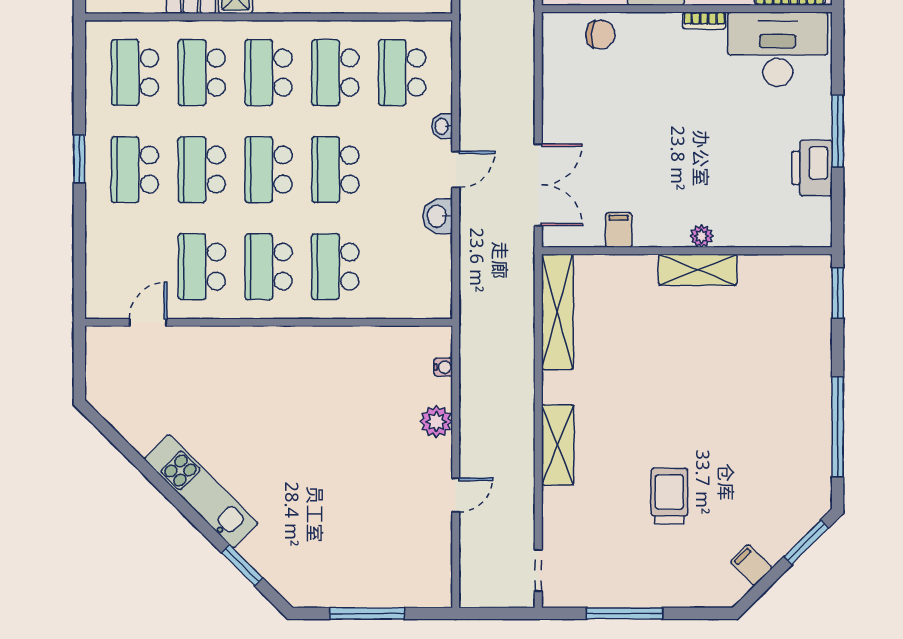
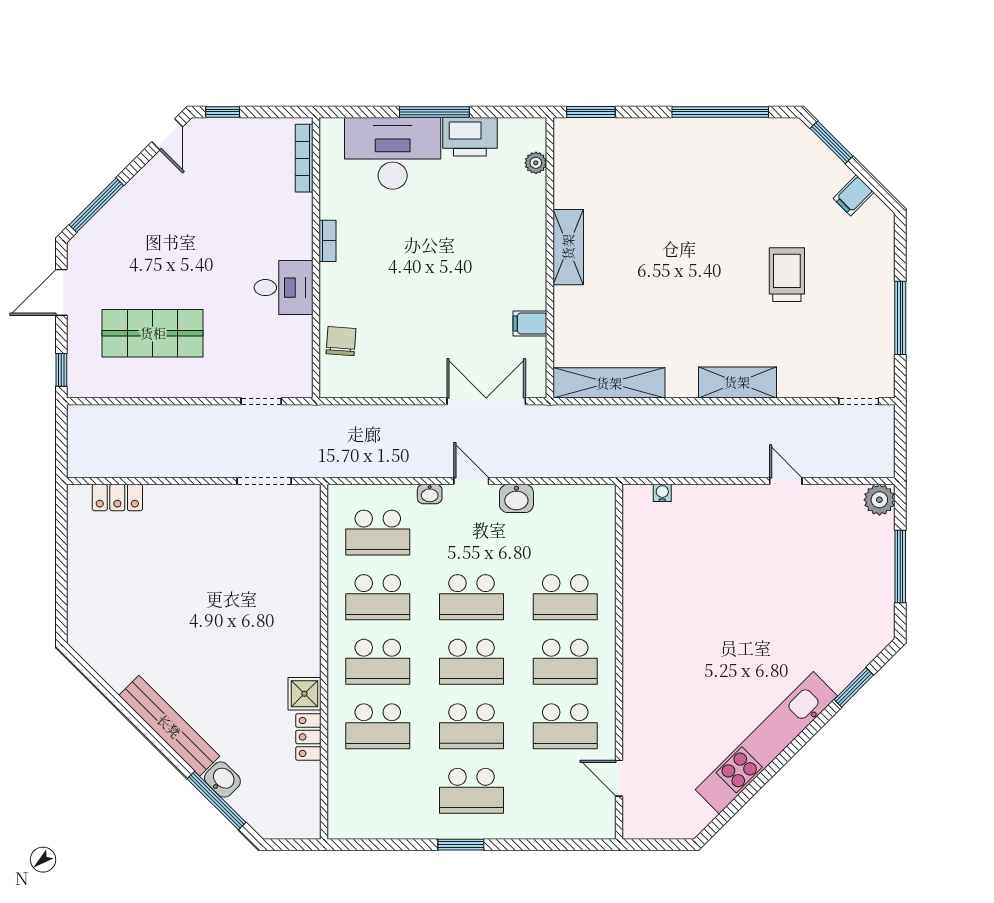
desk: (778, 49) -> (393, 153), moved, turned 90
school desk: (135, 73) -> (378, 791), removed
plant: (702, 236) -> (536, 163), moved
plant: (436, 422) -> (879, 500), moved
kitchen unit: (201, 491) -> (766, 743), width x1.36
trolley: (669, 496) -> (787, 275), turned 90

